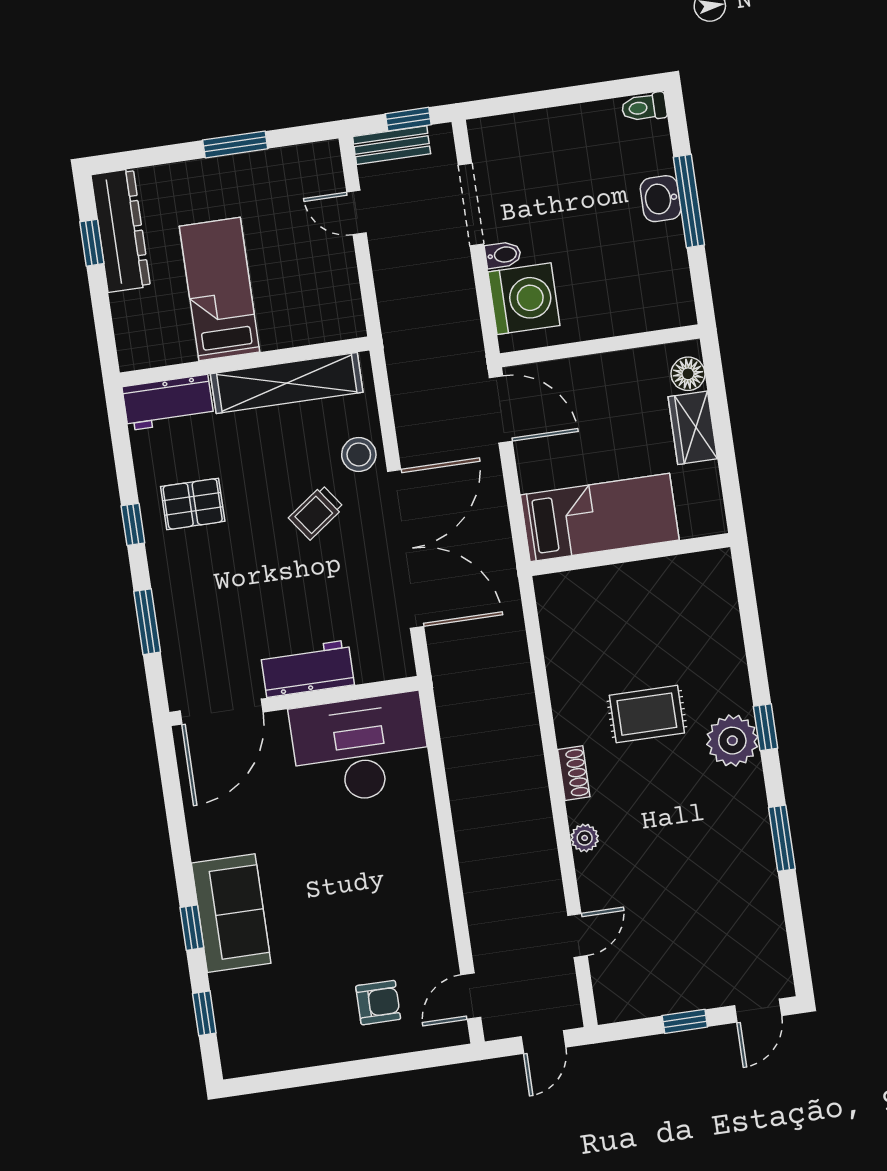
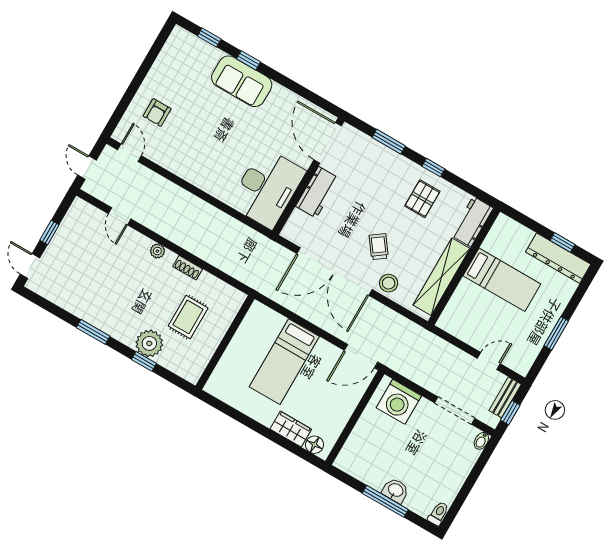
bidet: (503, 255) -> (481, 441), moved
wall: (630, 554) -> (225, 342), moved

